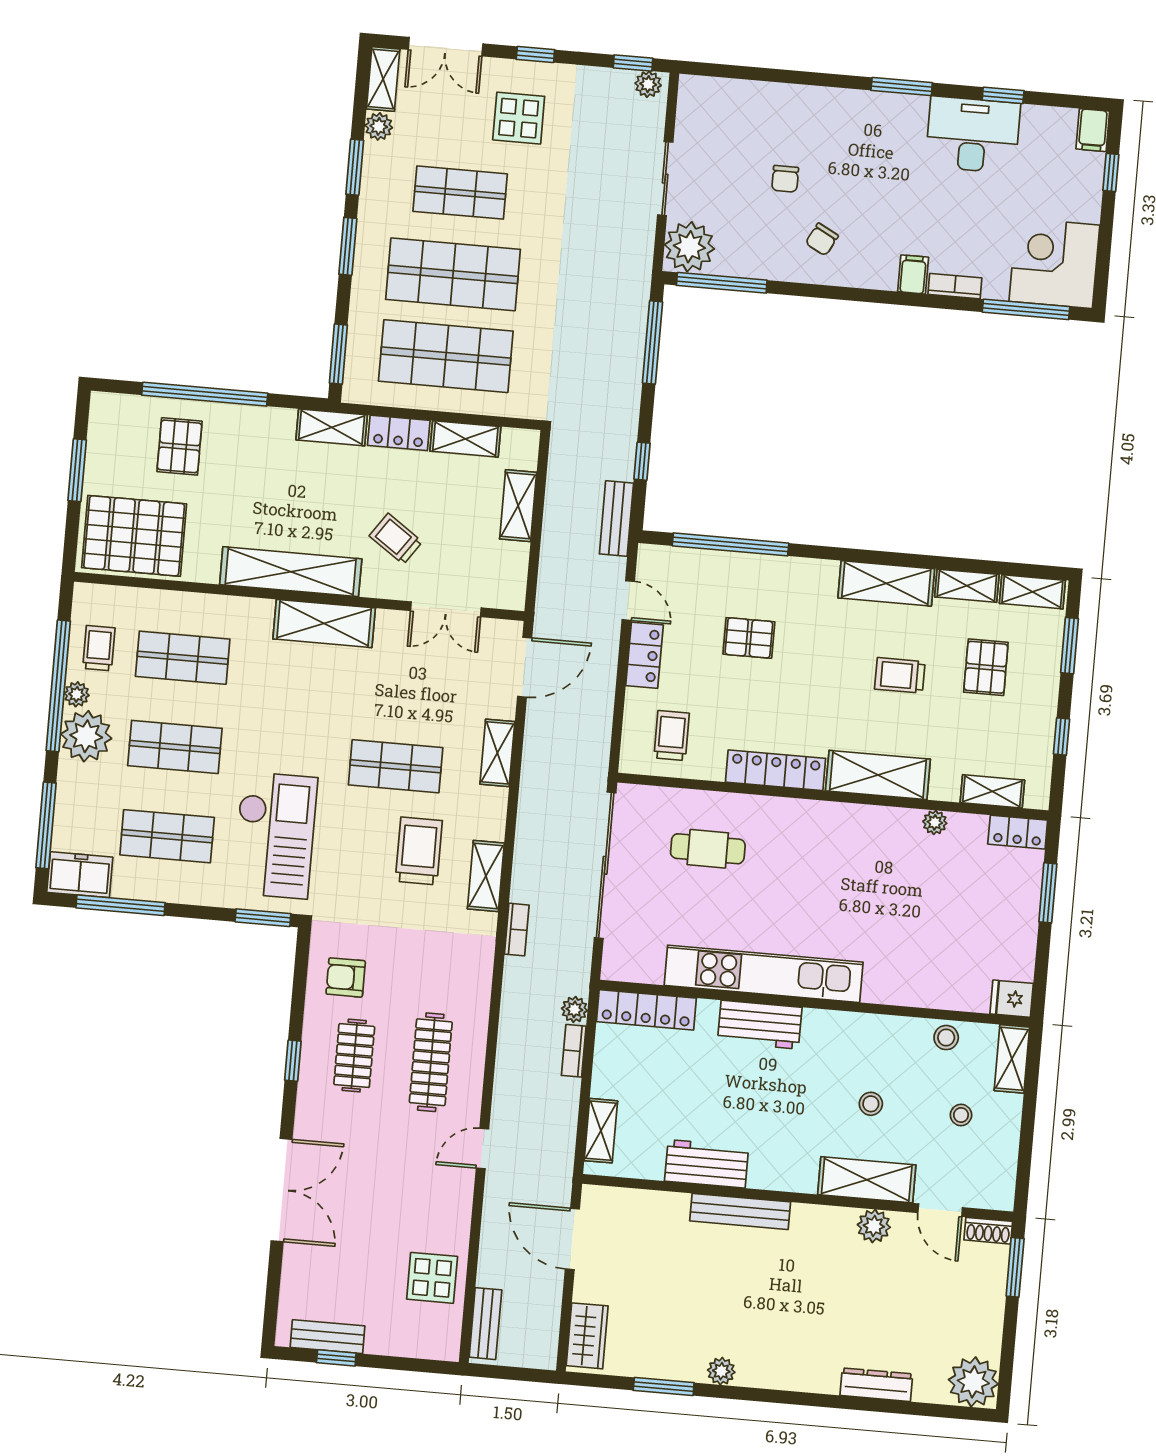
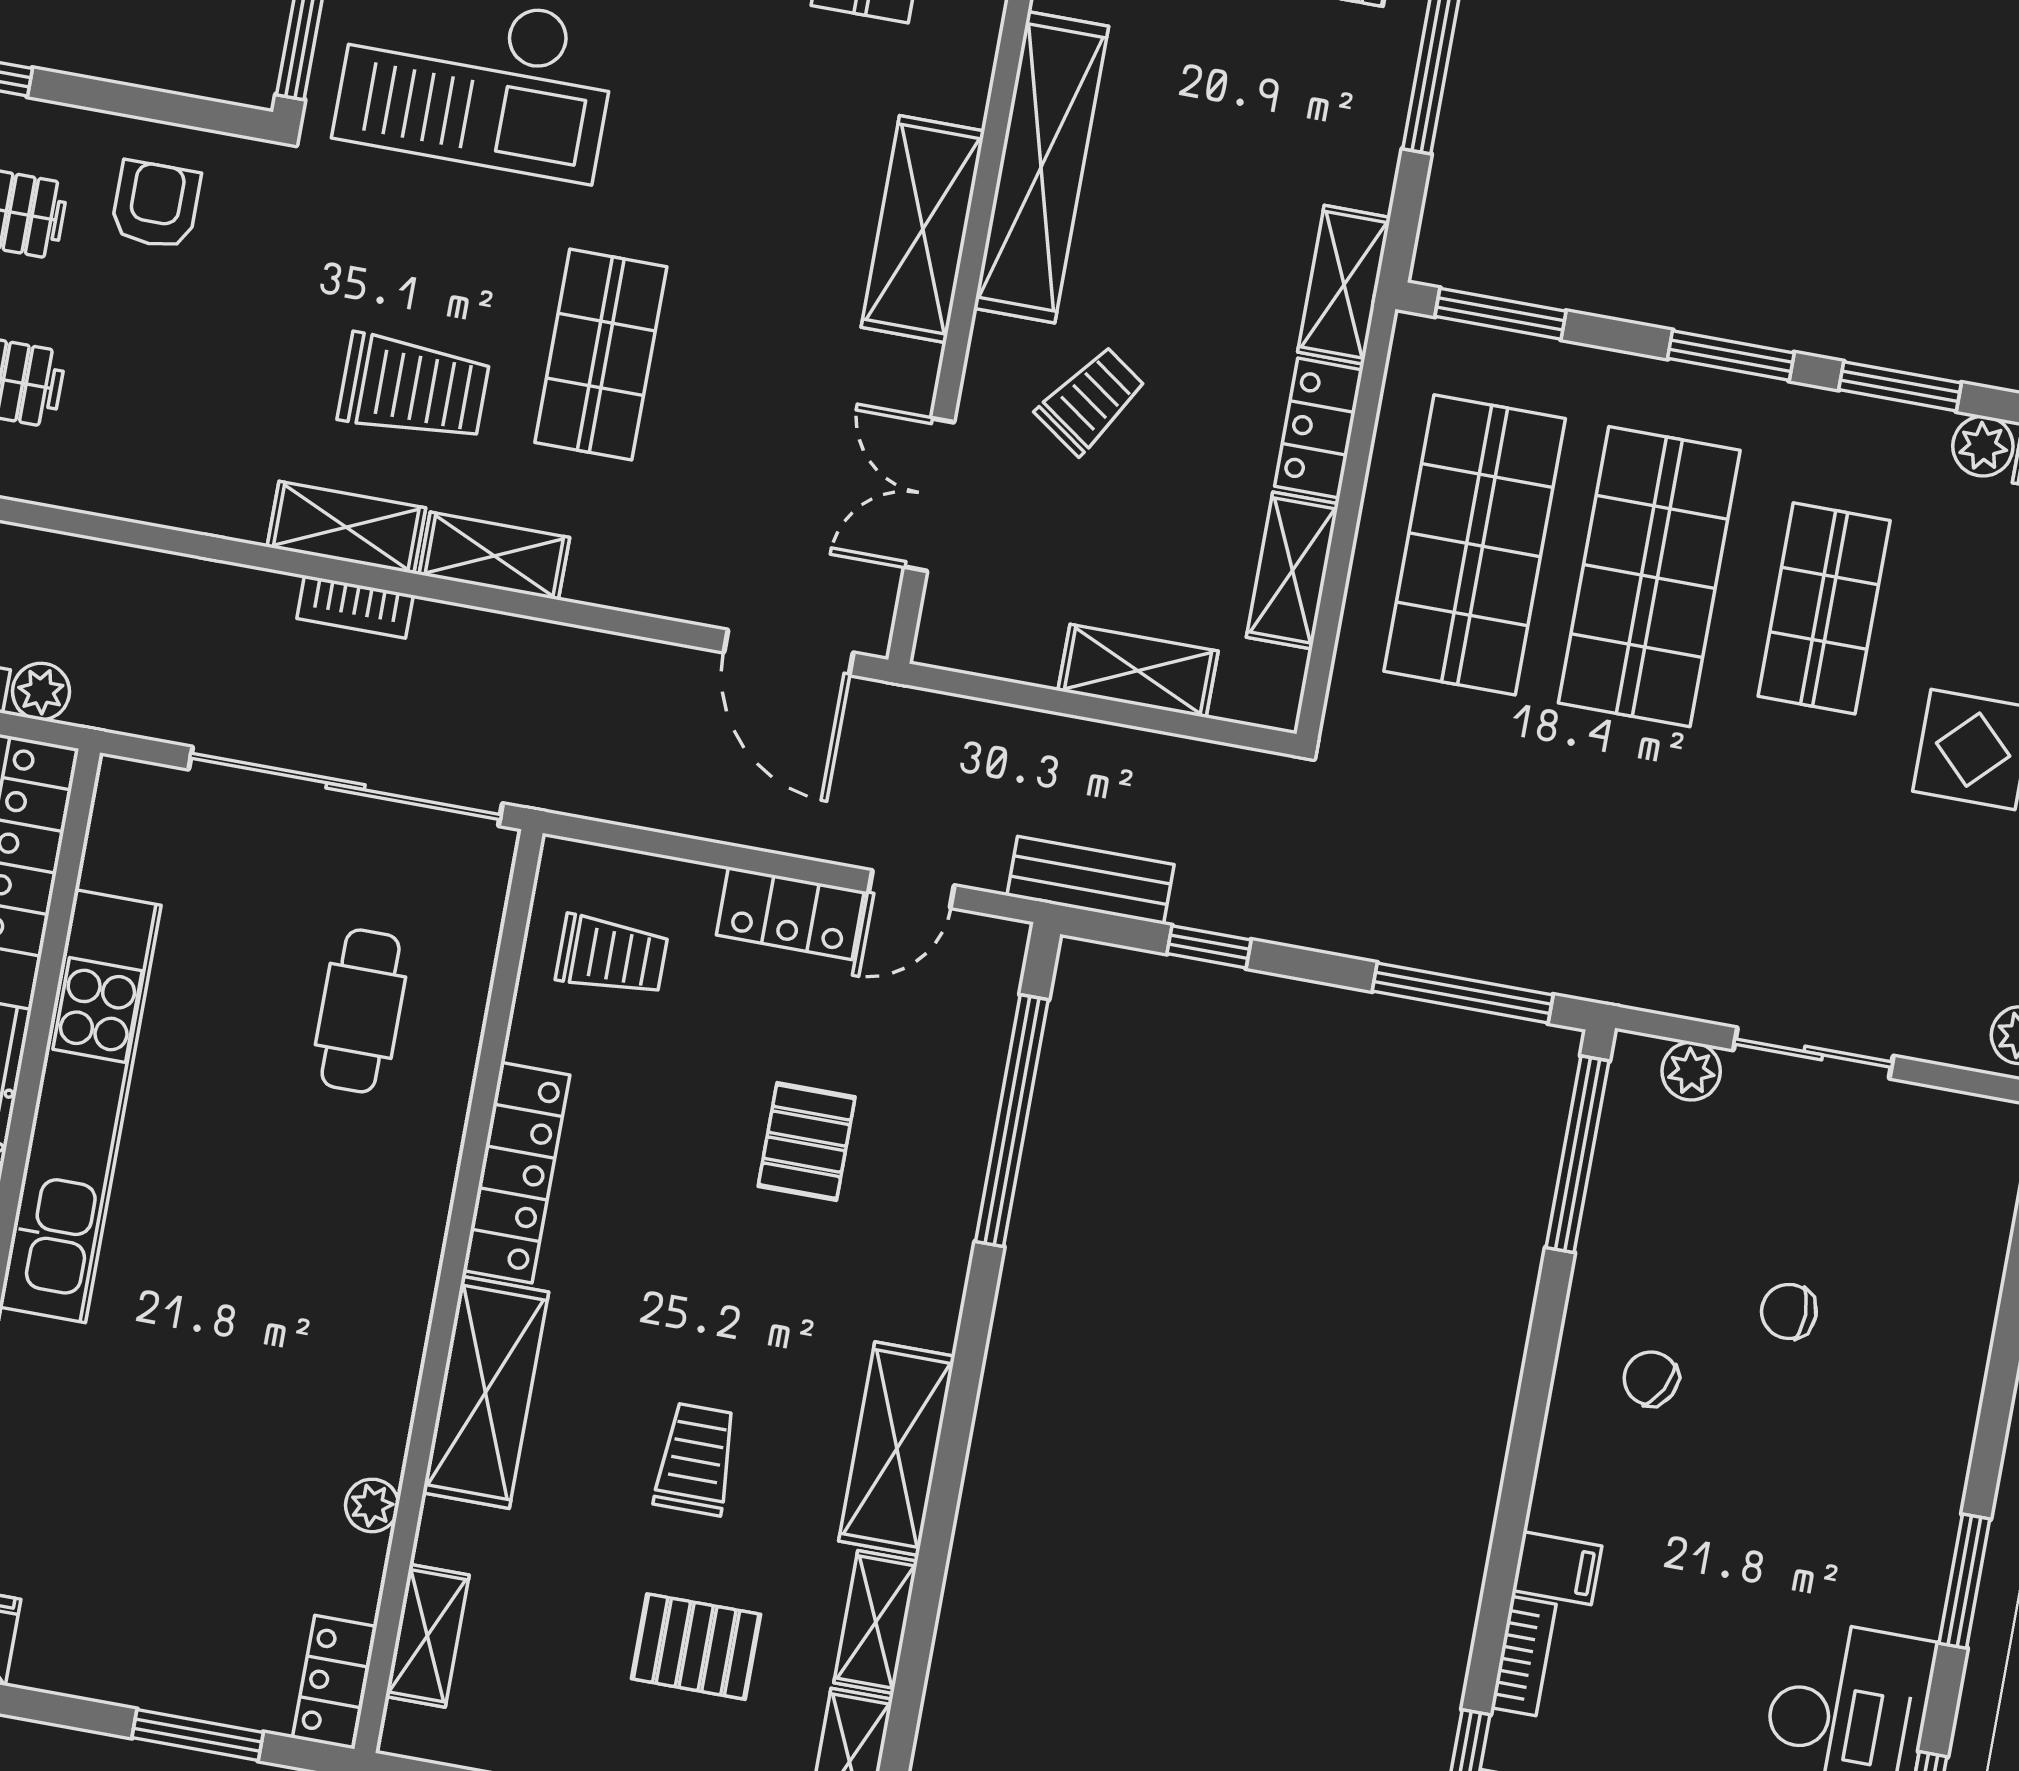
plant: (689, 247) -> (1691, 1071), width x0.53, depth x0.53
shelving: (497, 753) -> (494, 556), moved
bookcase: (517, 930) -> (355, 607), moved

